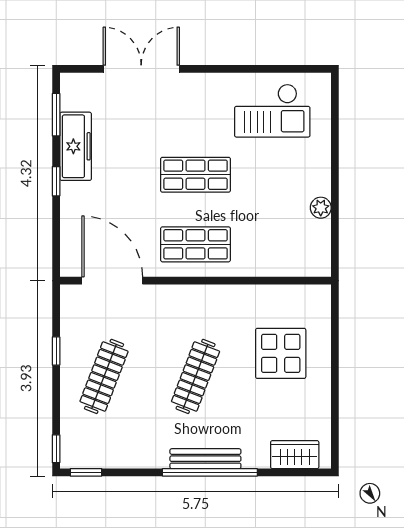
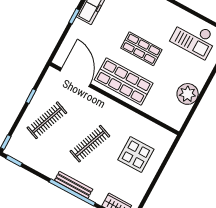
plant: (321, 208) -> (188, 94), width x1.88, depth x1.88
shop shelf: (196, 244) -> (124, 82), width x1.43, depth x1.36

